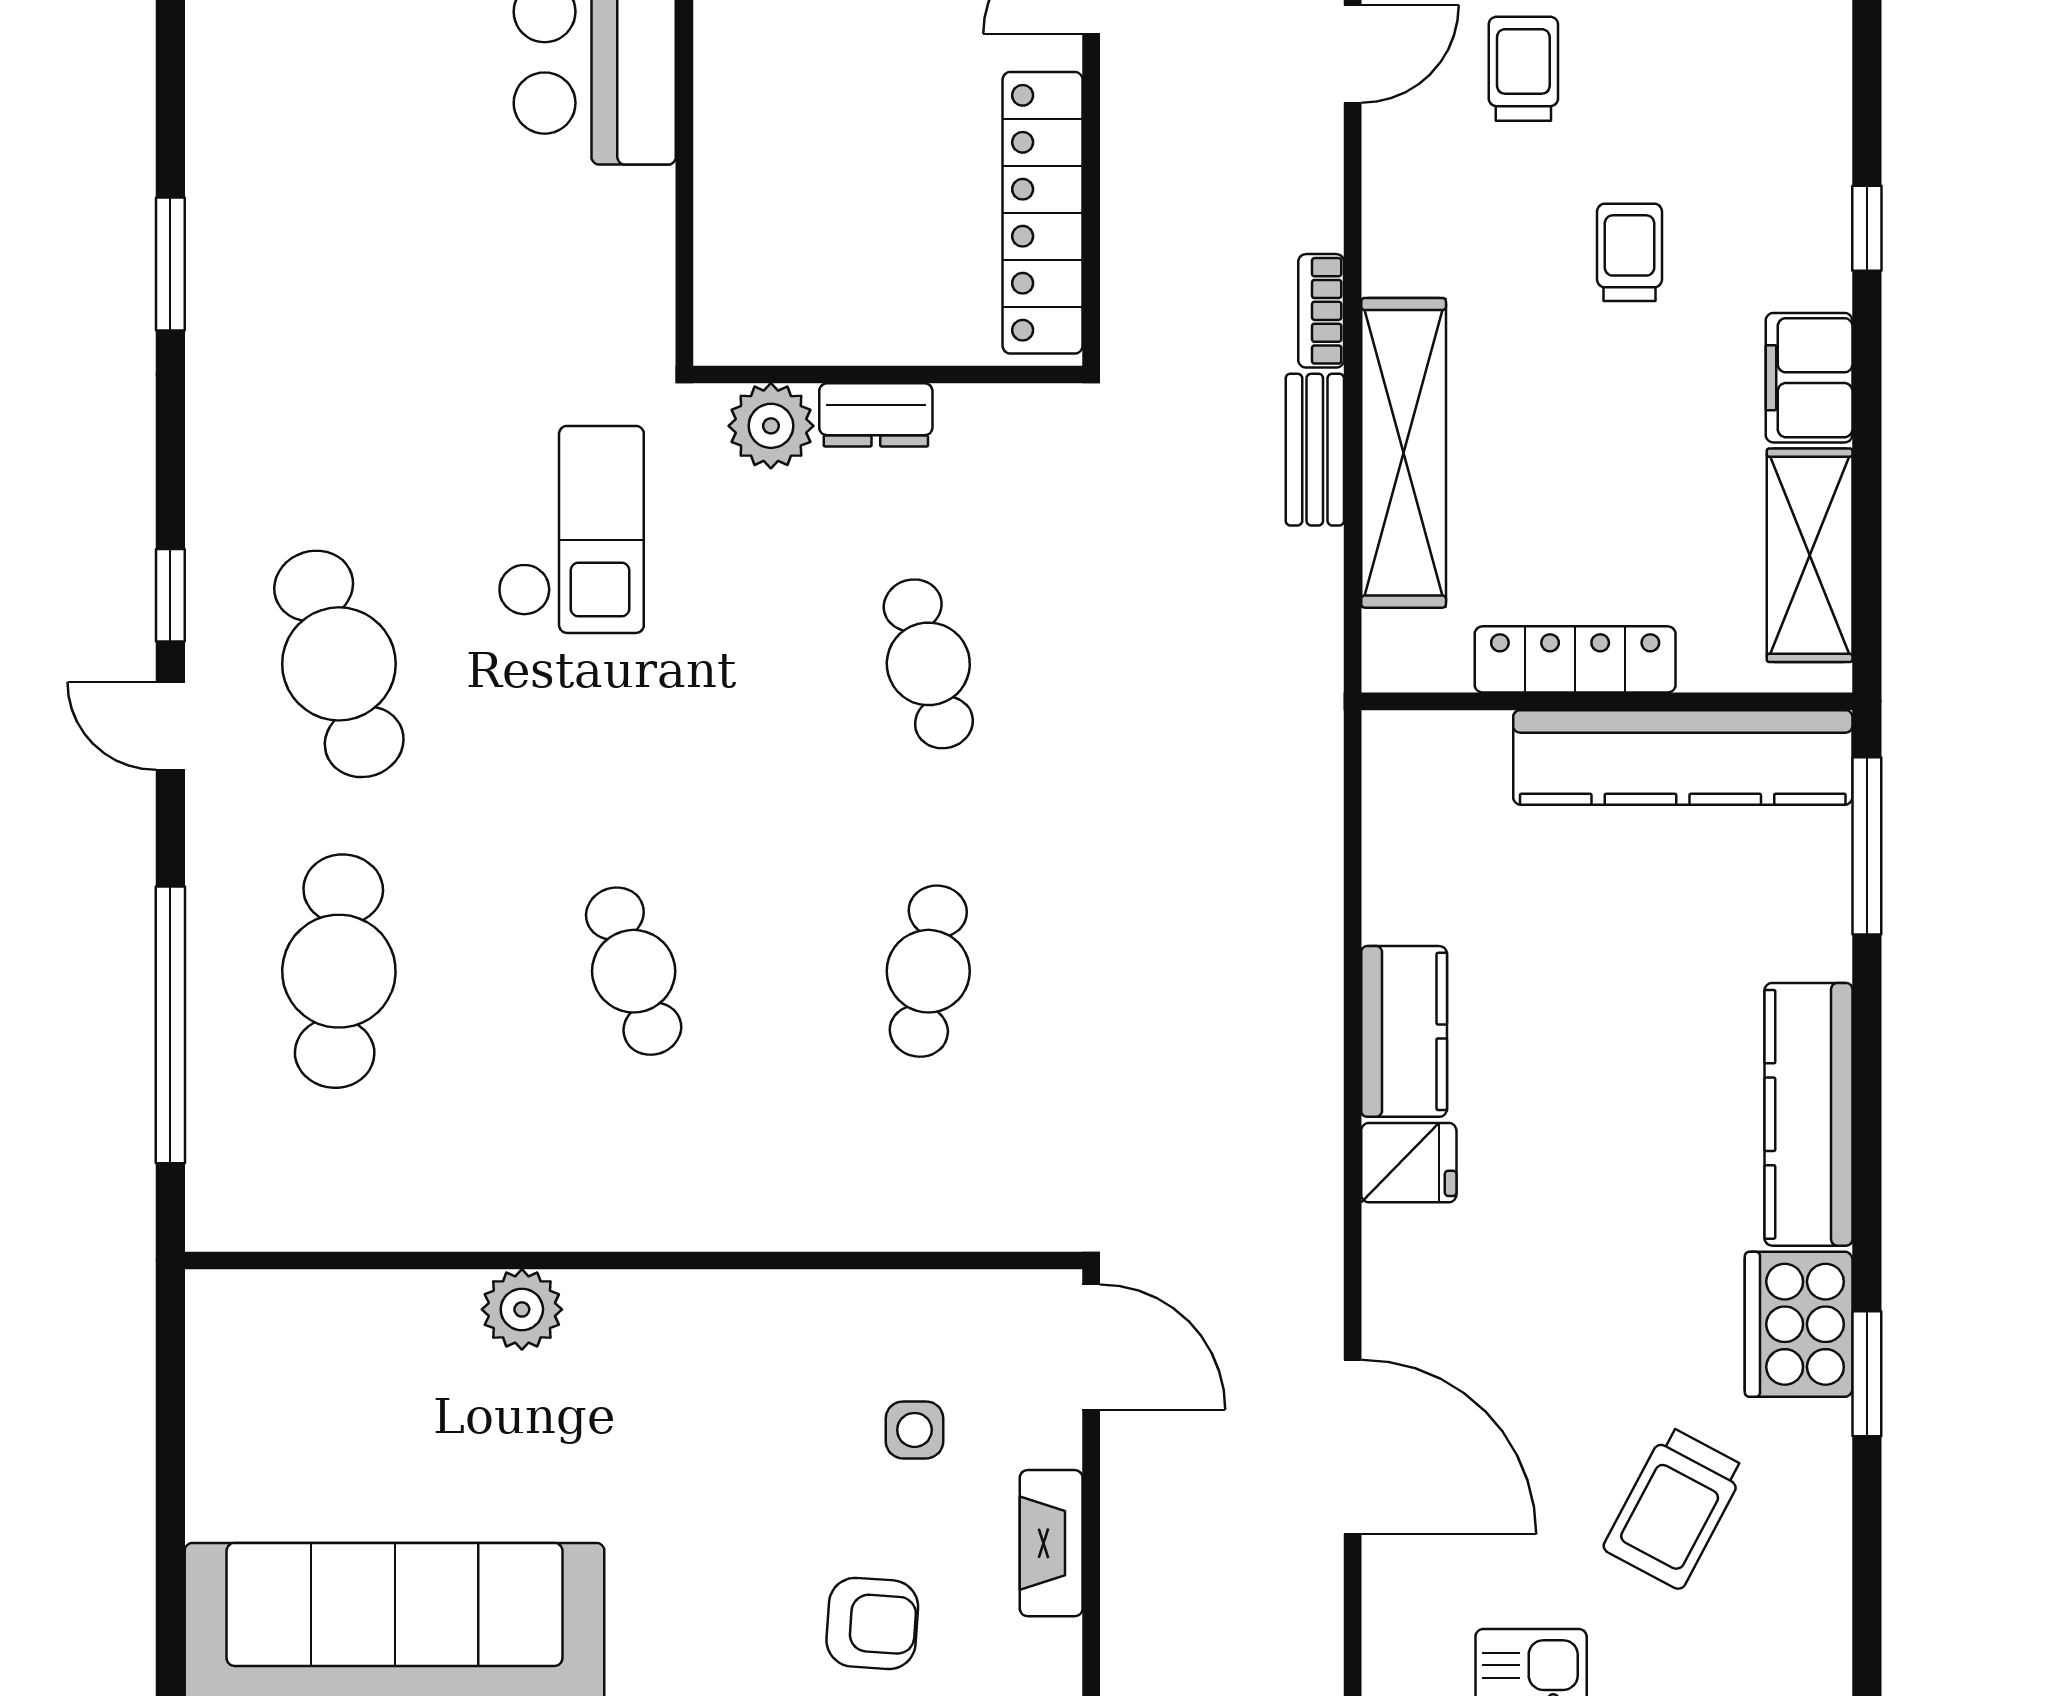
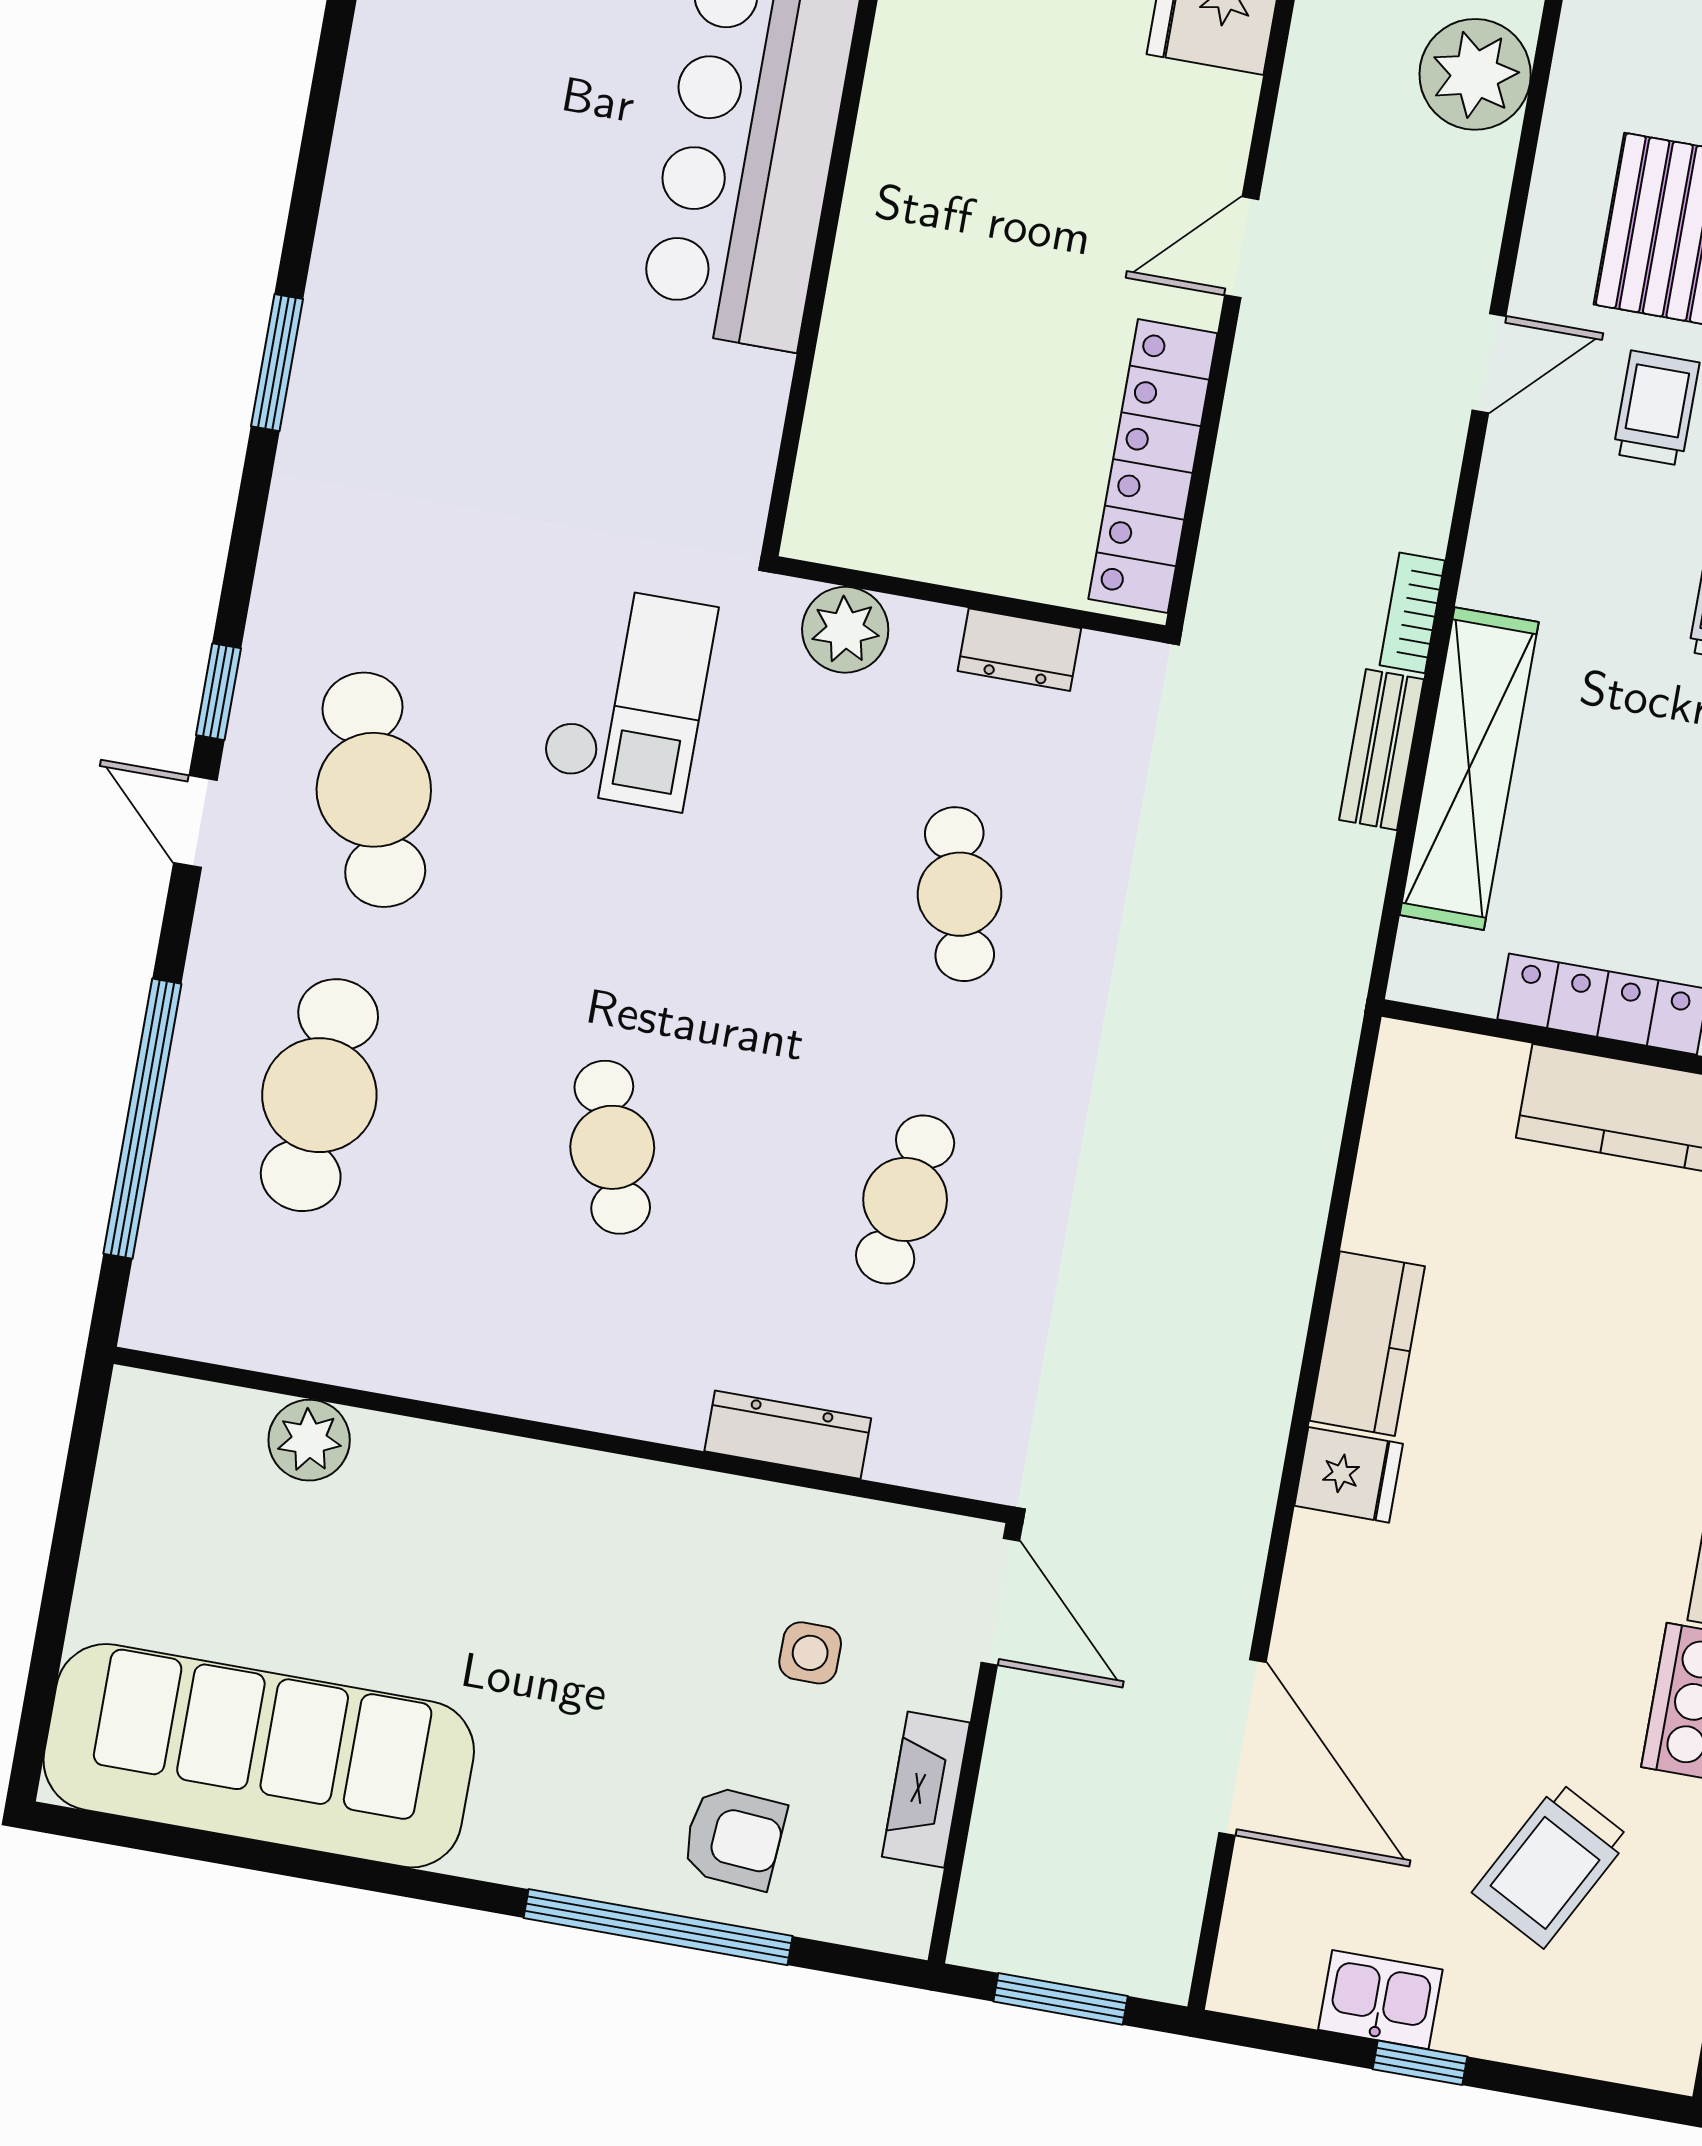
dresser: (876, 415) -> (1019, 650), moved
dresser: (855, 1221) -> (788, 1435), added
plant: (522, 1309) -> (309, 1440), moved

